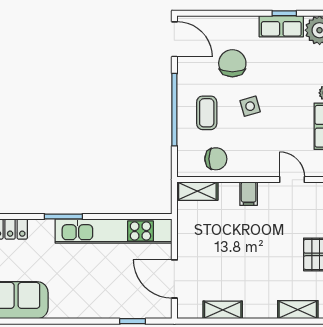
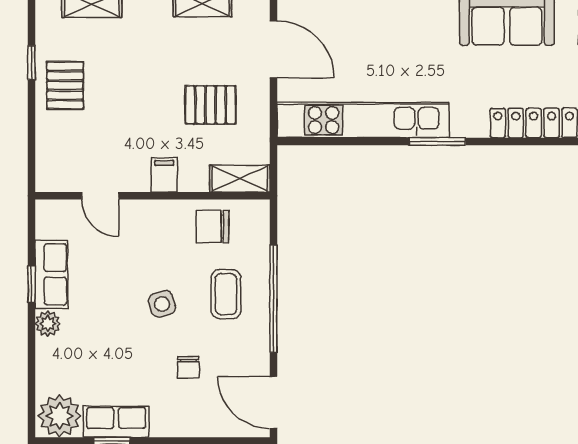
chair: (232, 63) -> (188, 367), width x0.54, depth x0.54
pallet: (217, 241) -> (211, 105), added

